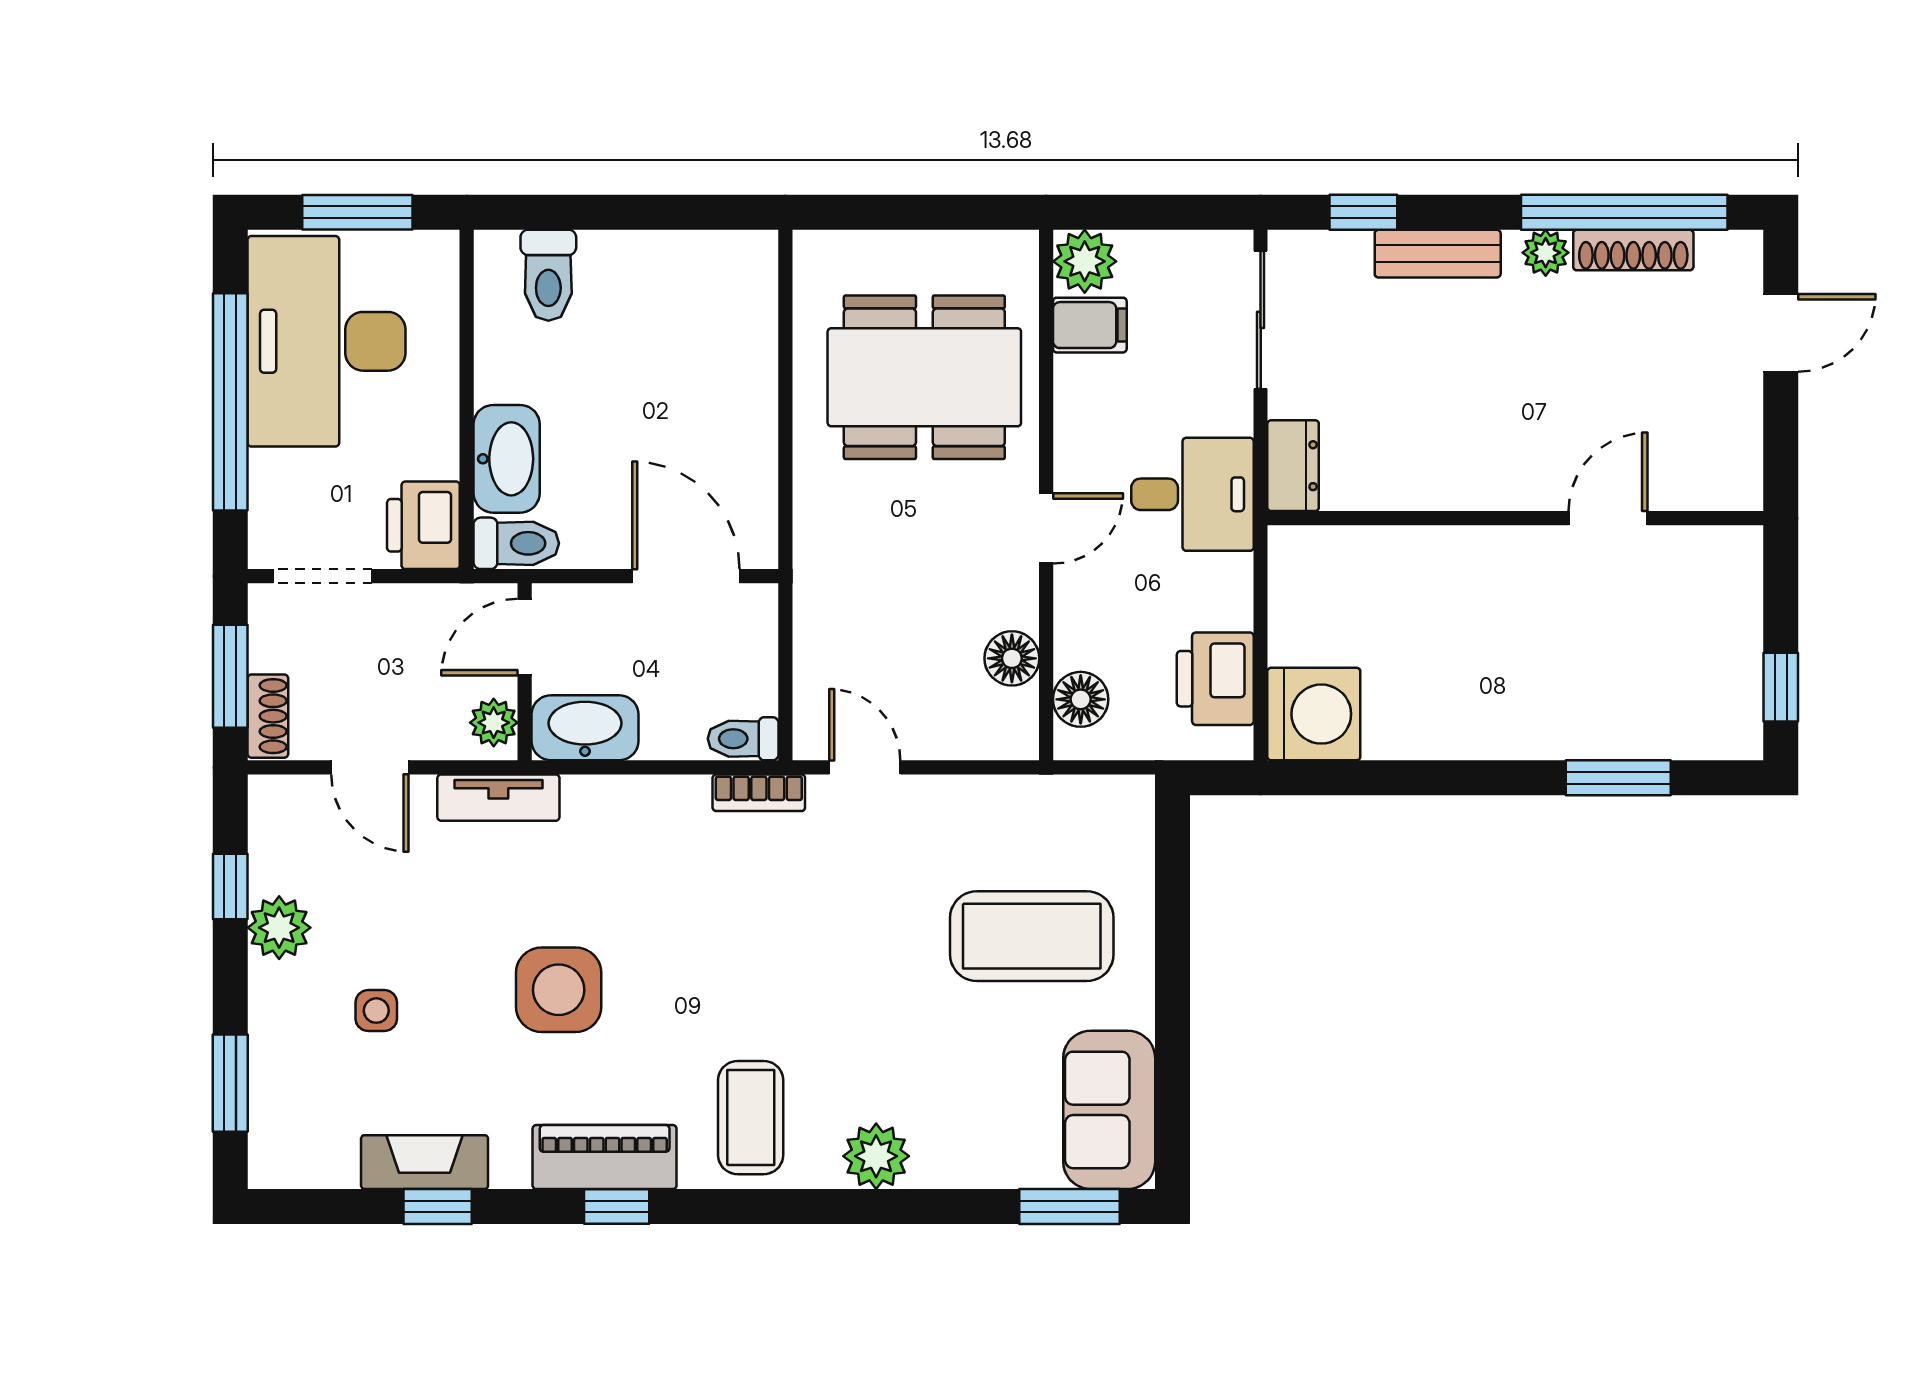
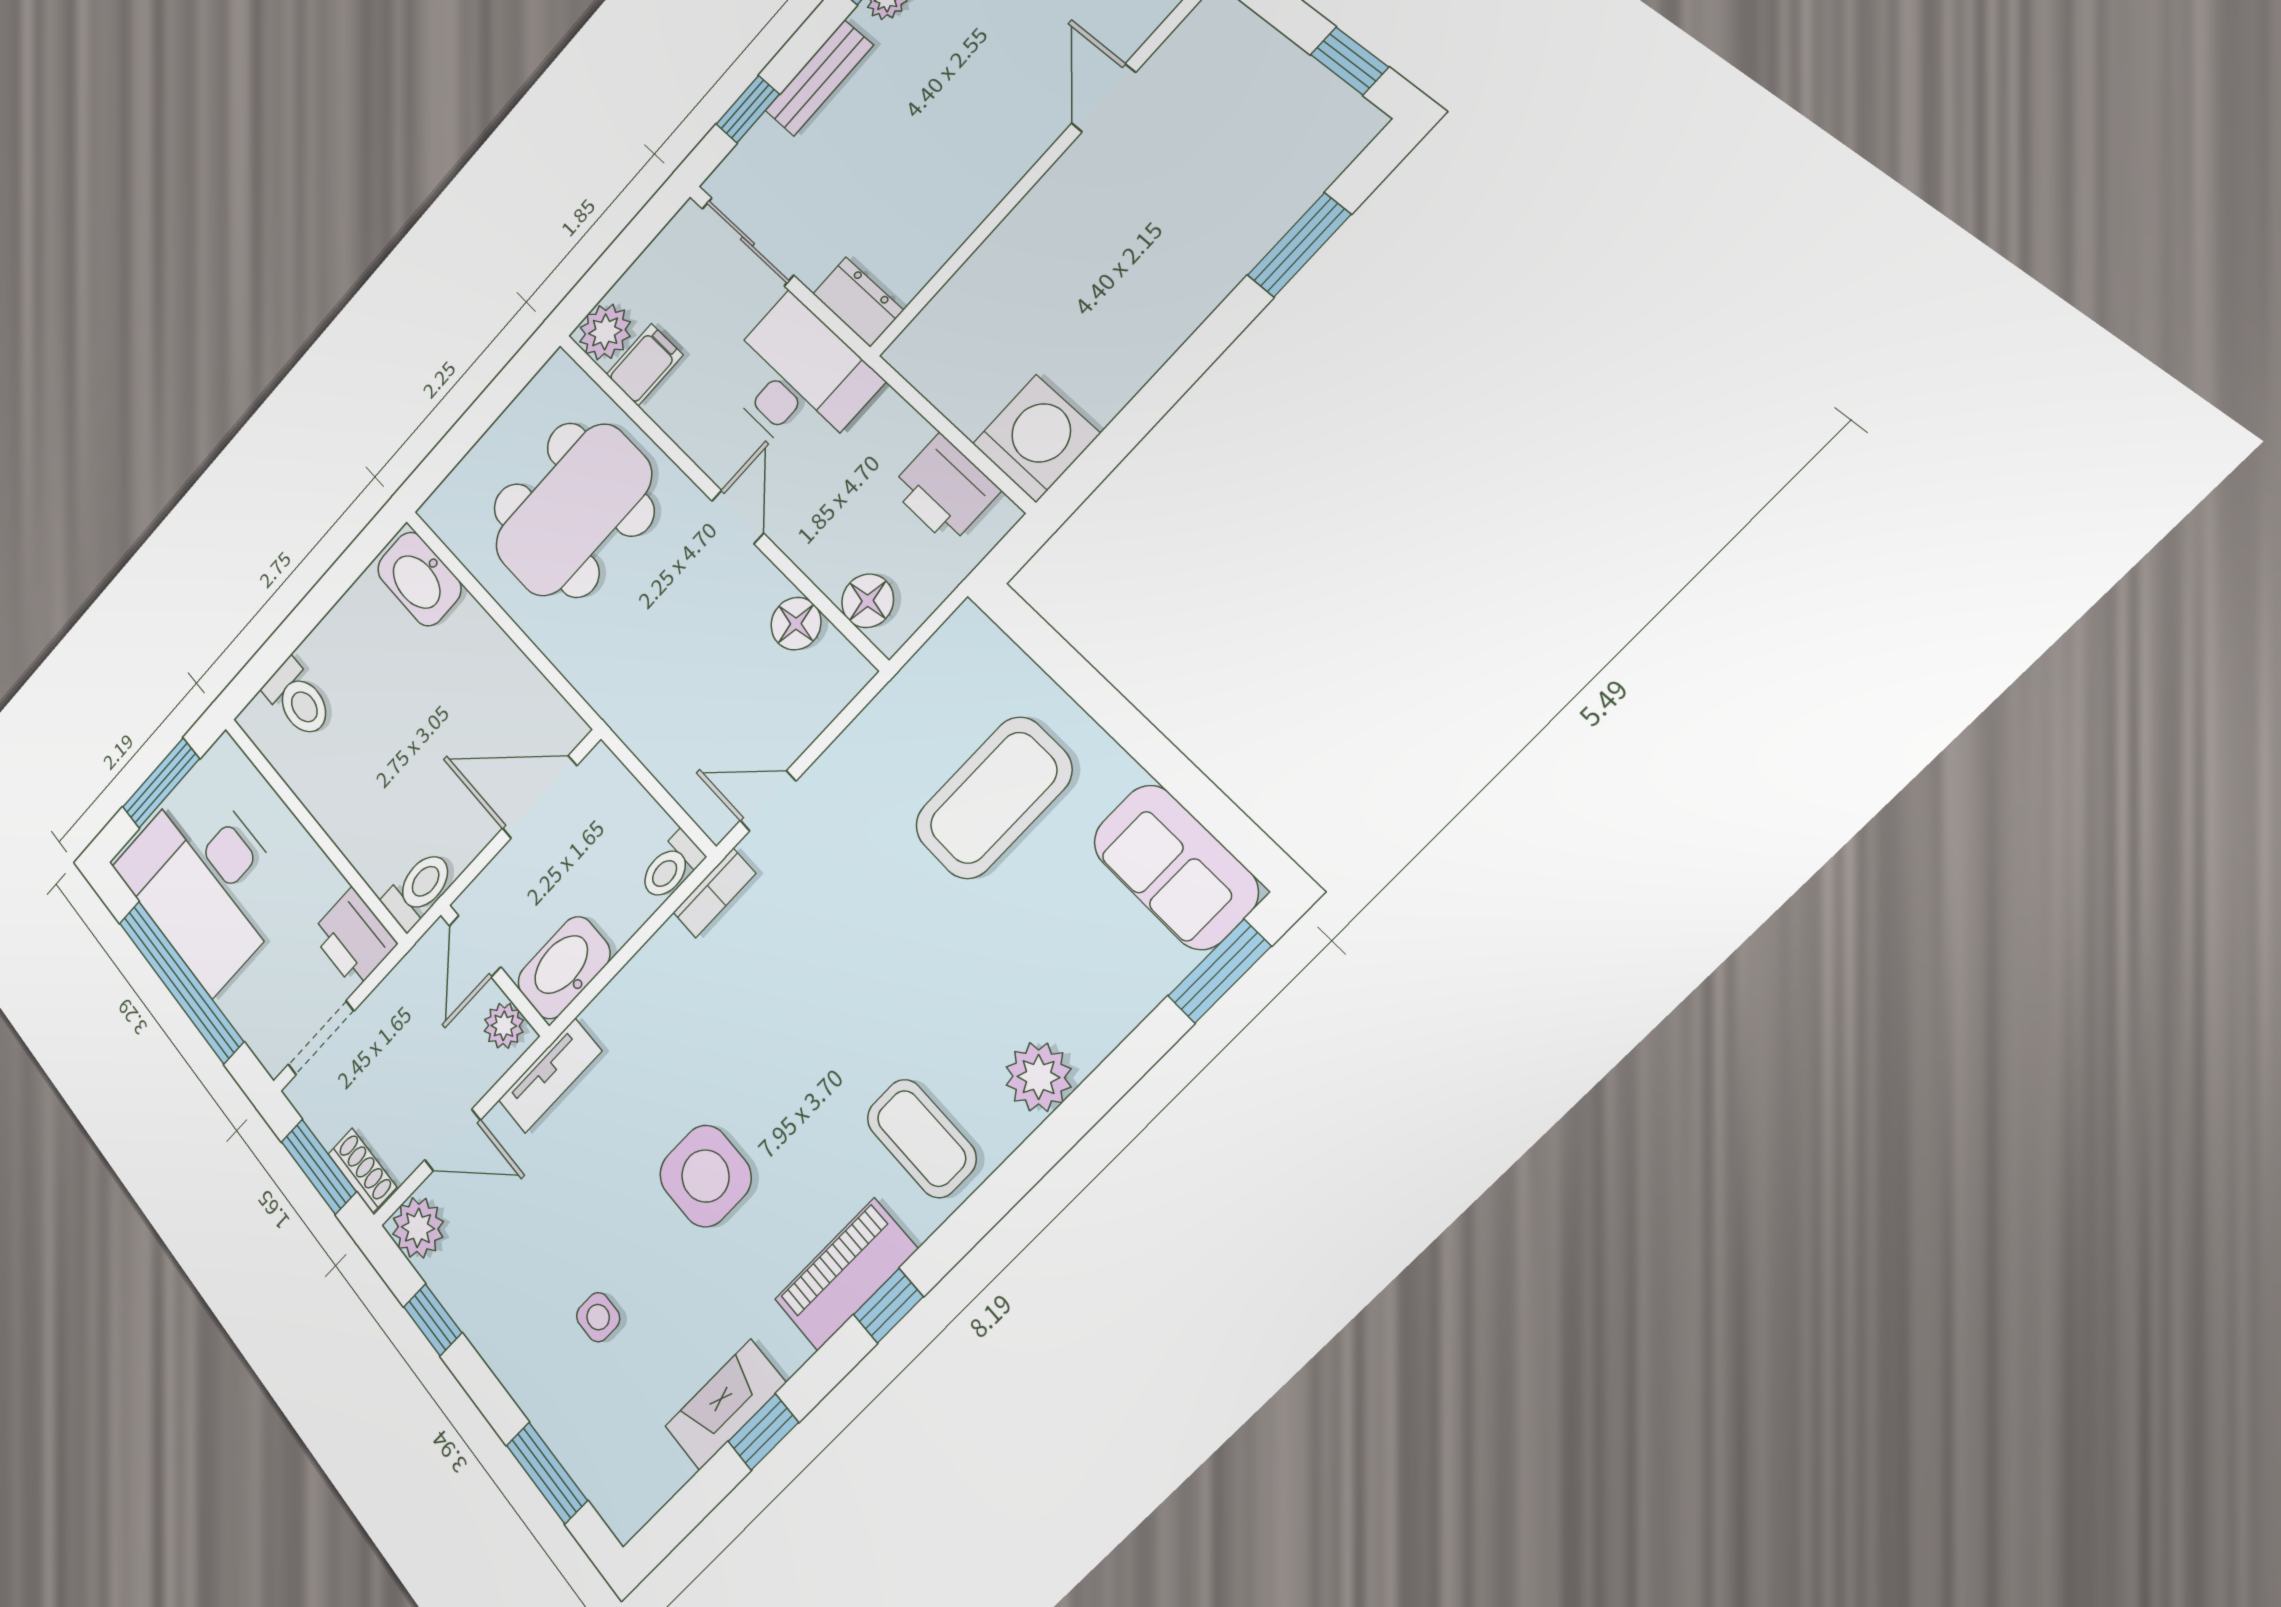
washbasin: (507, 459) -> (419, 579), moved, turned 180
desk: (1192, 494) -> (798, 379), width x1.37
plant: (279, 928) -> (418, 1228), moved

